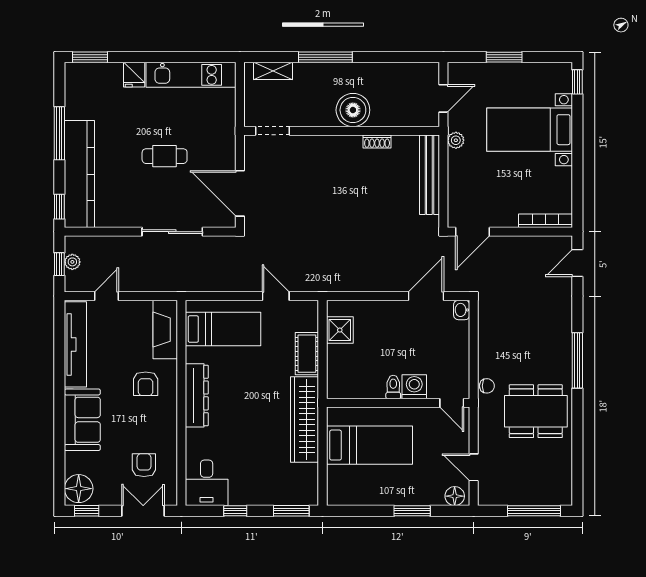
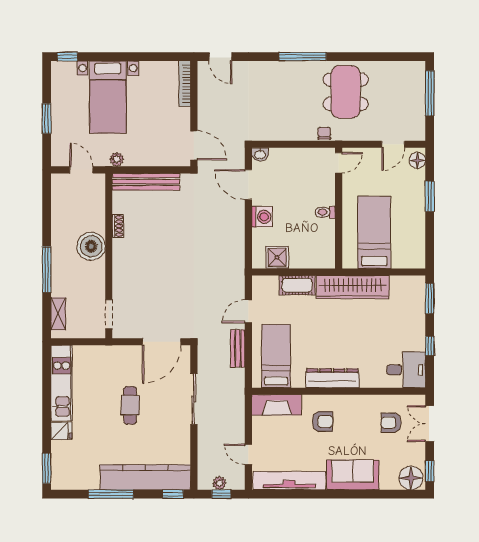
bench: (232, 284) -> (238, 348), added
washing machine: (414, 387) -> (262, 217), moved, turned 180

